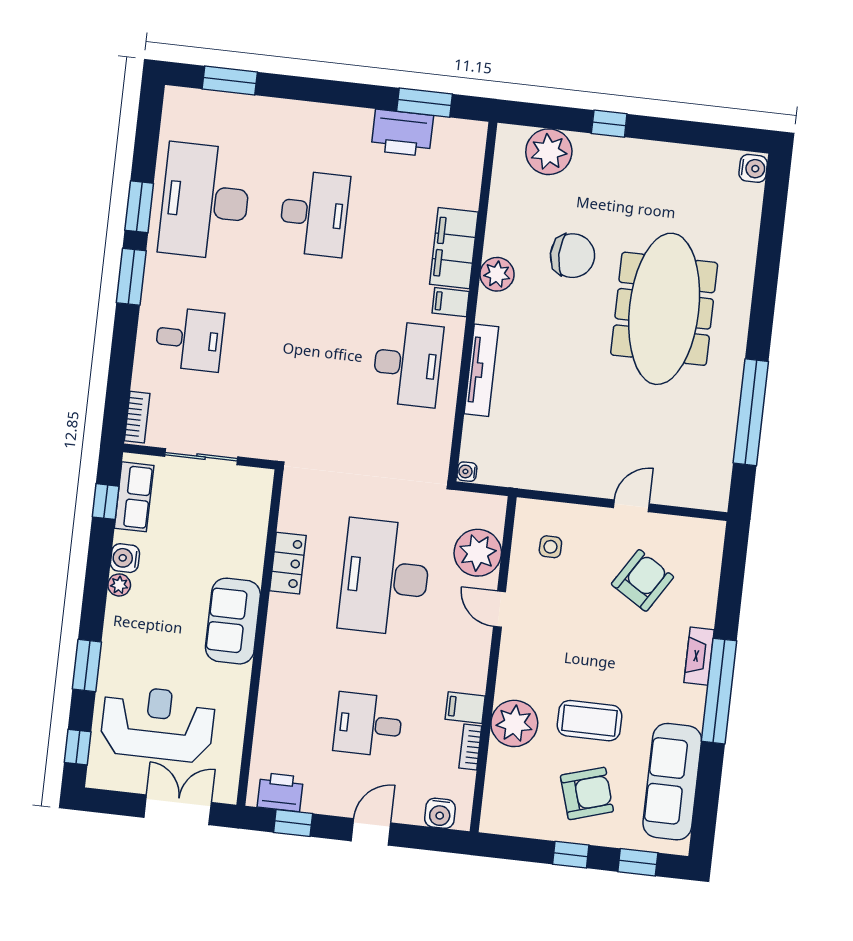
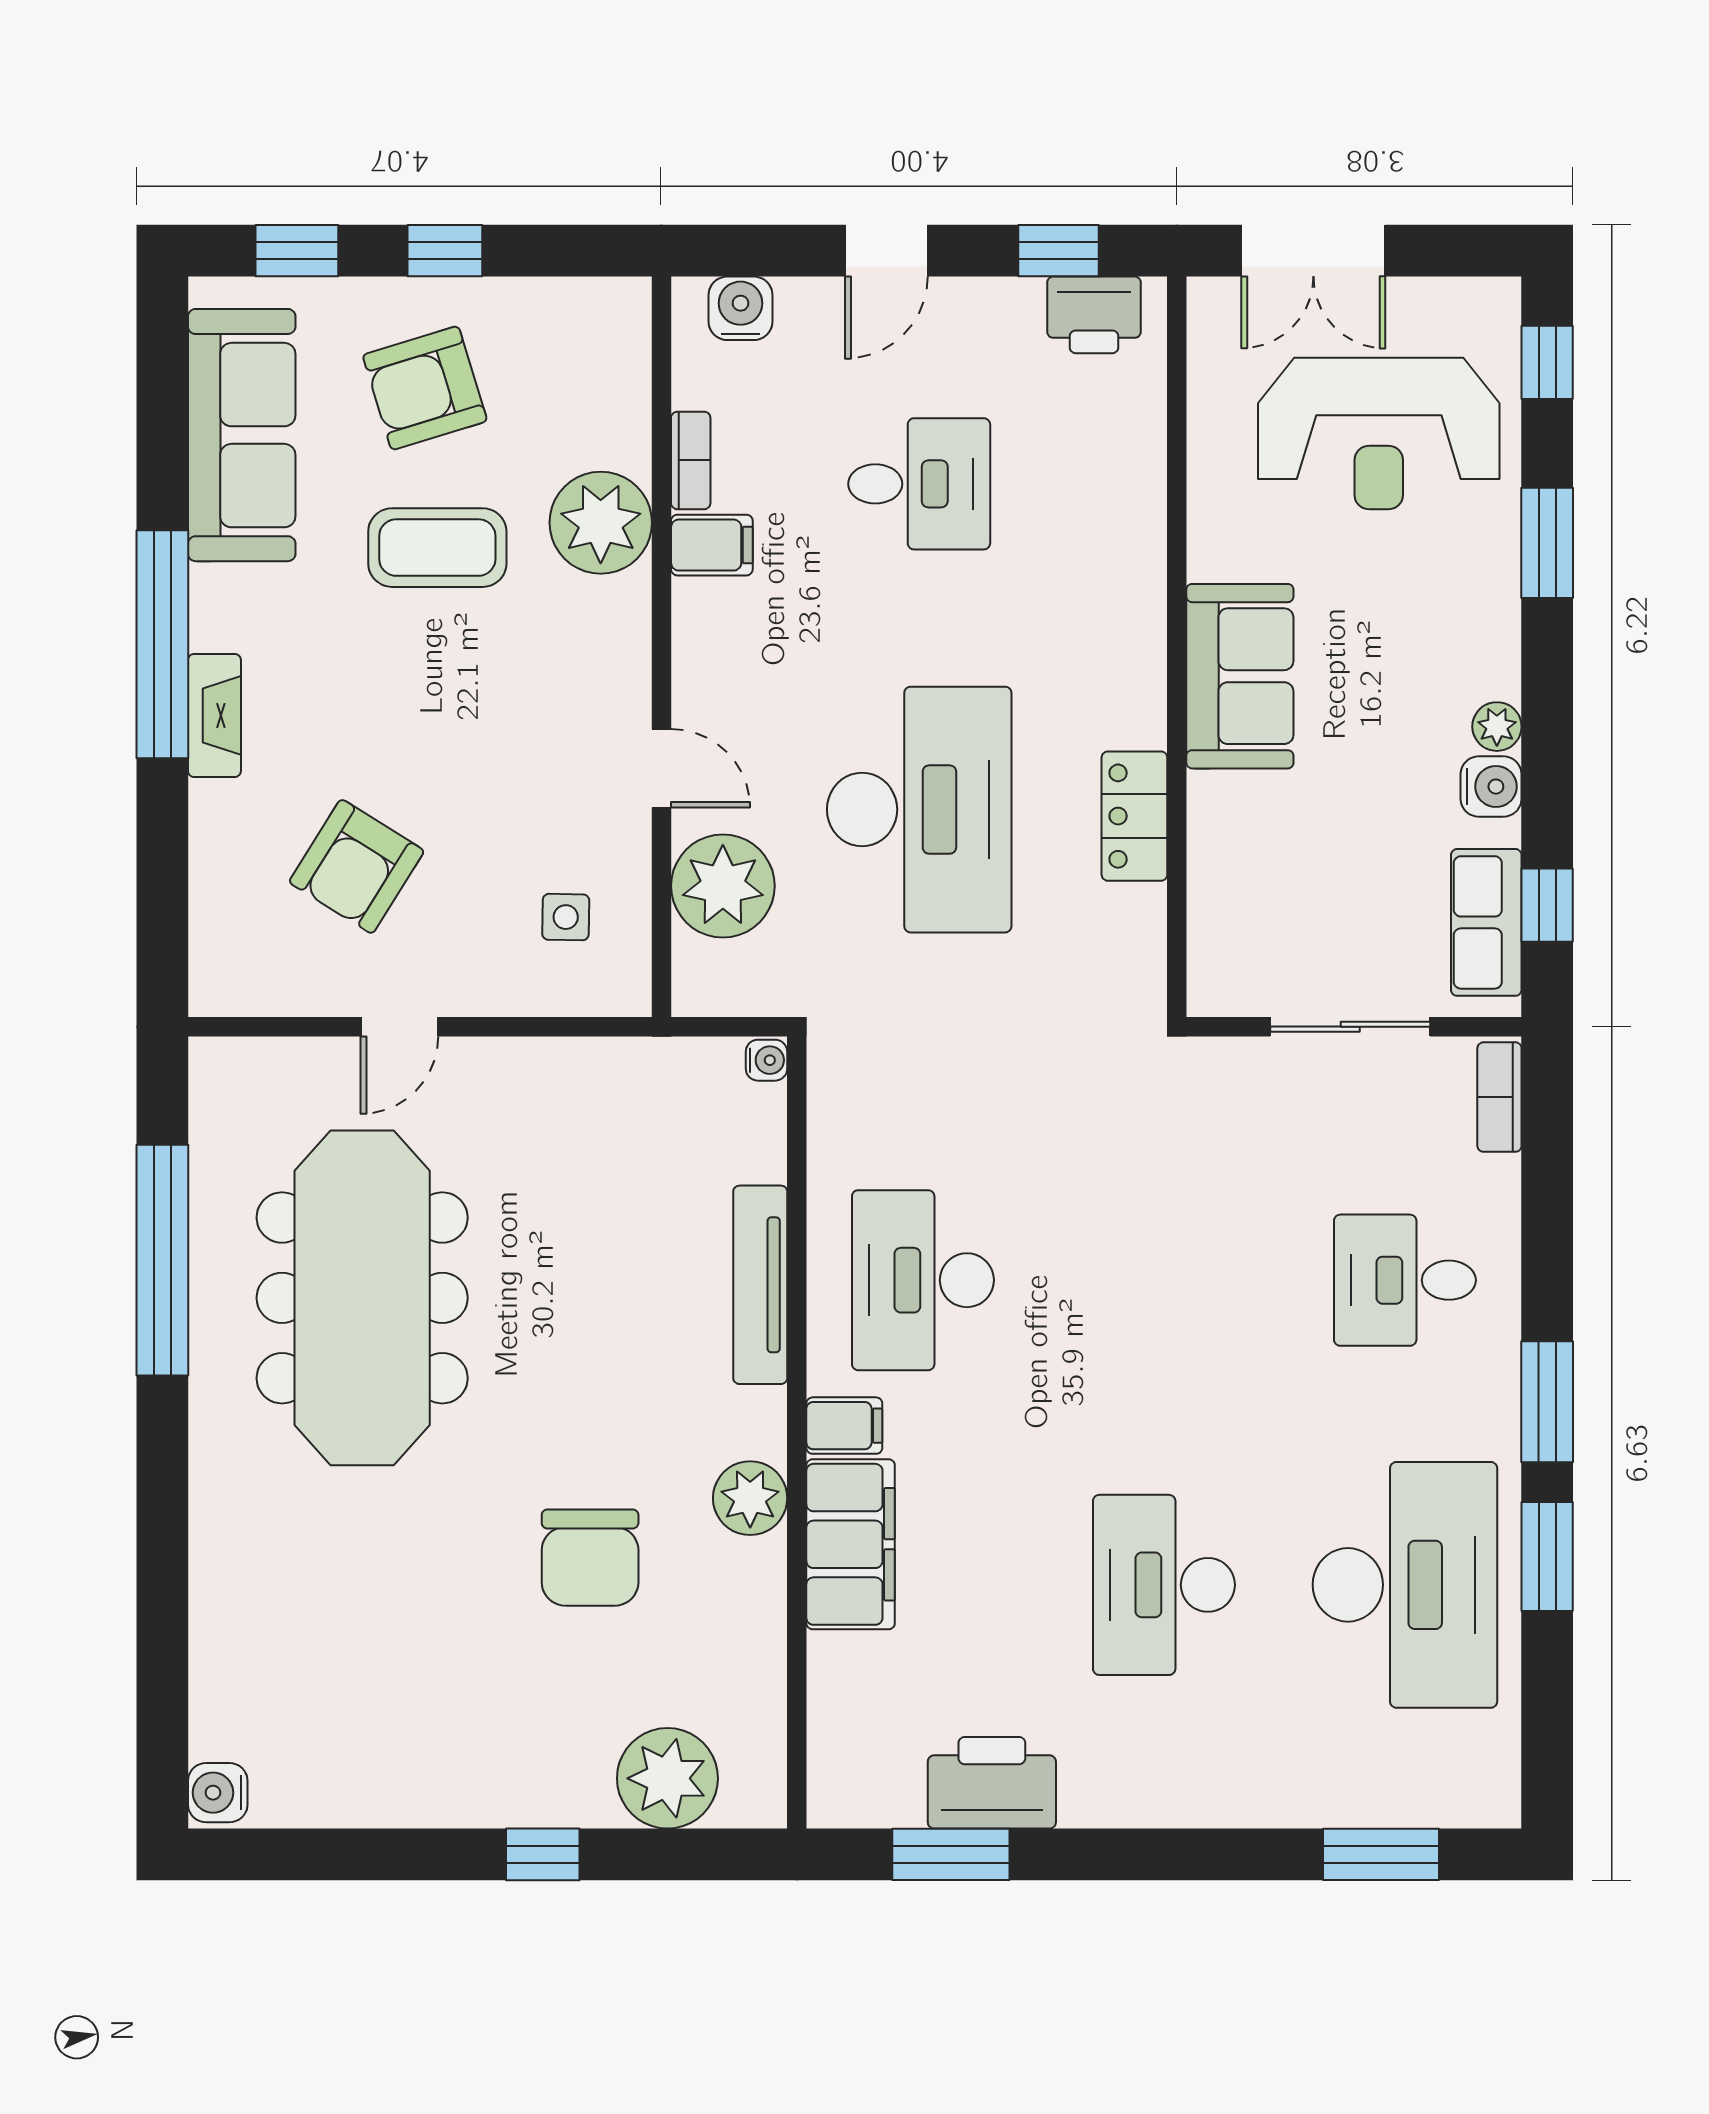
chair: (572, 256) -> (590, 1558), turned -90
meeting table: (664, 309) -> (362, 1298), moved

